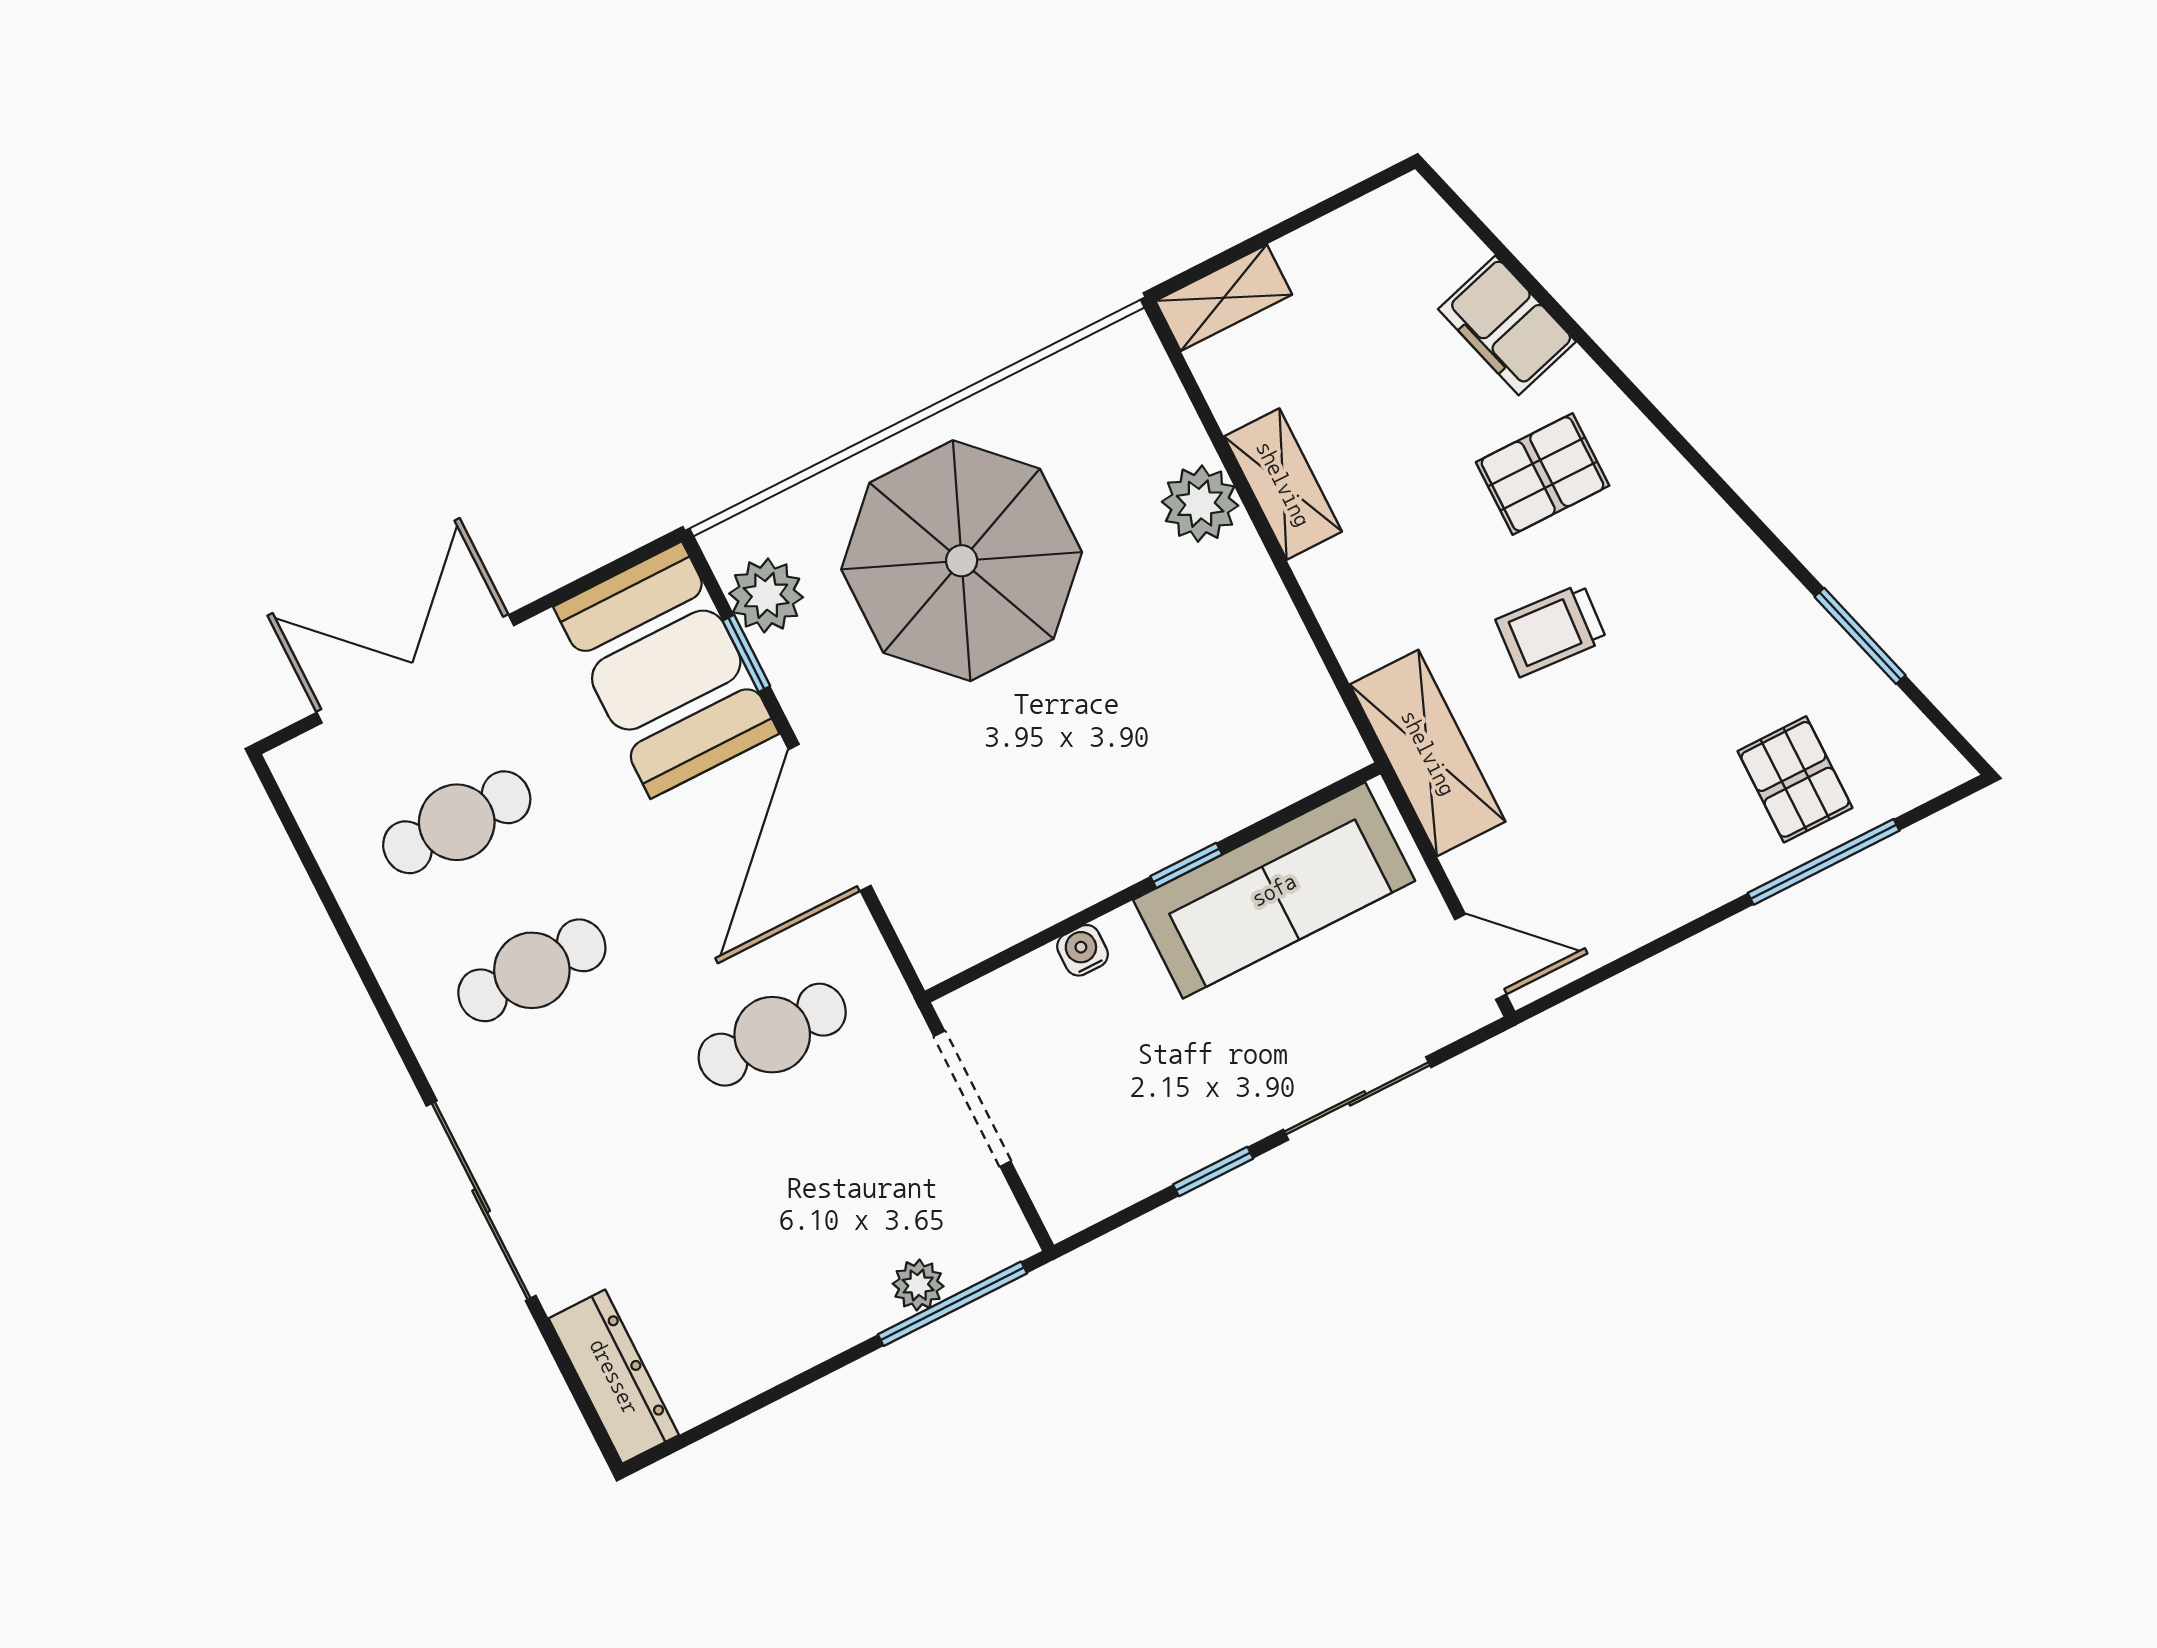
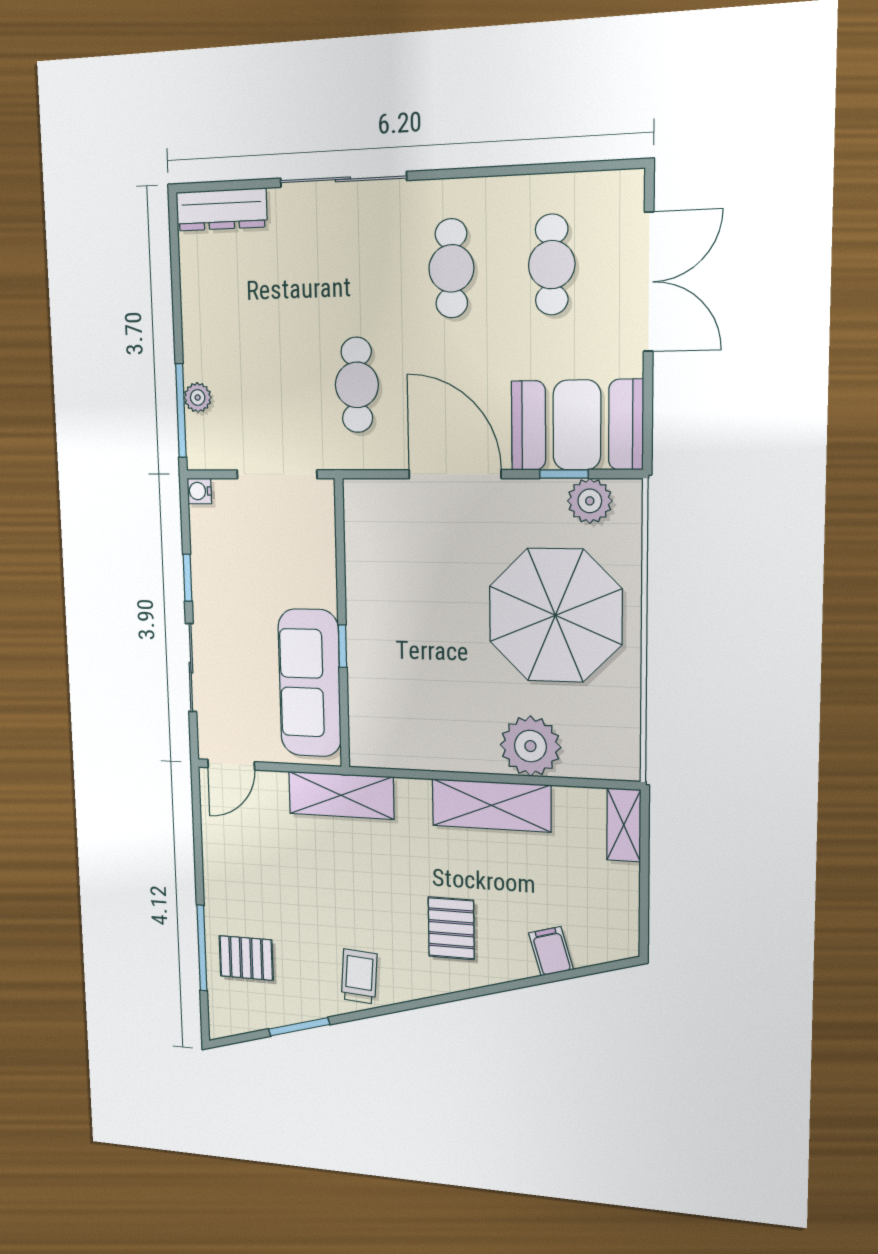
filing cabinet: (1507, 325) -> (551, 951), width x0.50
shelving: (1283, 484) -> (491, 805), width x1.50, depth x1.33
plant: (1200, 504) -> (530, 746), width x1.36, depth x1.36
trolley: (1551, 630) -> (359, 976), moved
water cooler: (1083, 950) -> (199, 491), moved, turned 180

